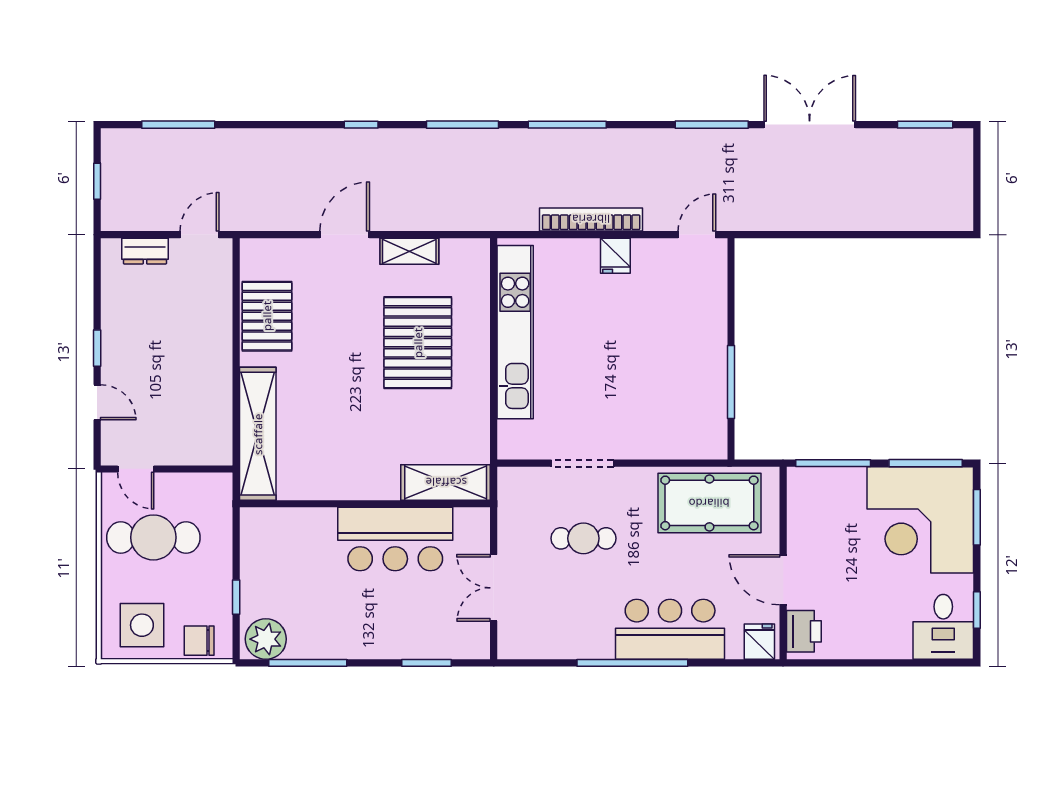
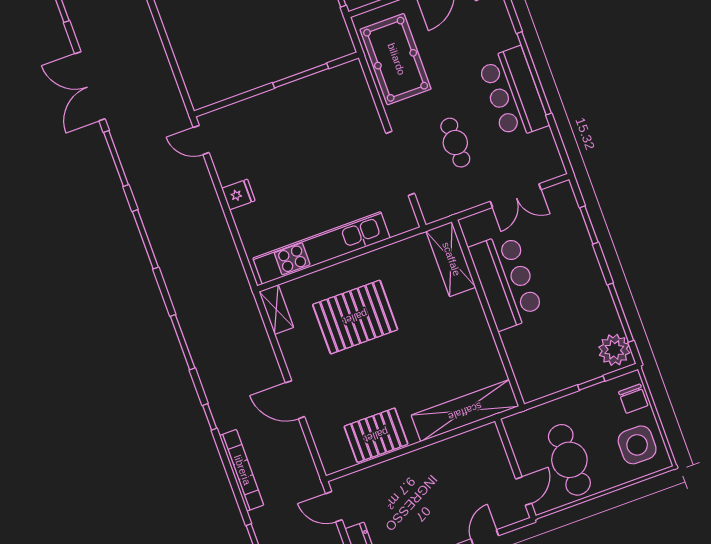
window: (567, 125) -> (145, 239), moved
bookcase: (591, 219) -> (242, 470), moved, turned 180
shelving: (409, 251) -> (276, 310), moved
doorway: (582, 463) -> (400, 163), width x1.36
bar counter: (670, 629) -> (513, 93), moved

